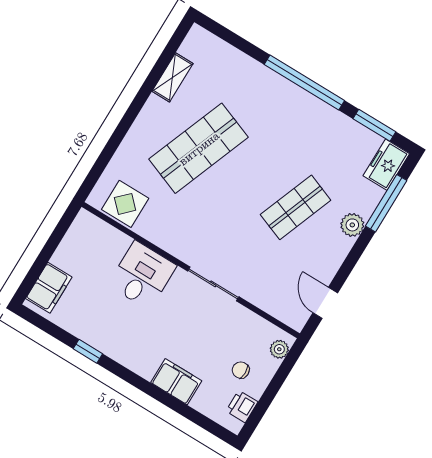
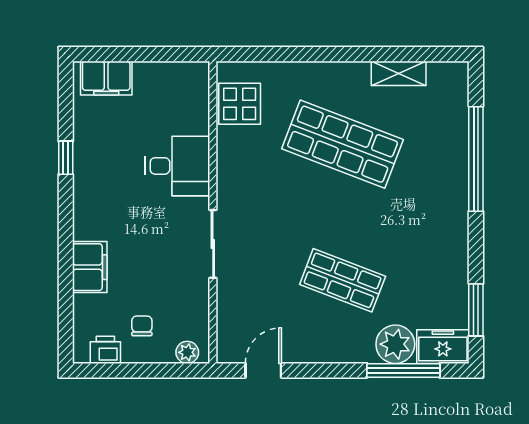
window: (304, 82) -> (476, 159), moved
plant: (352, 225) -> (395, 344), moved, width x1.36, depth x1.36

